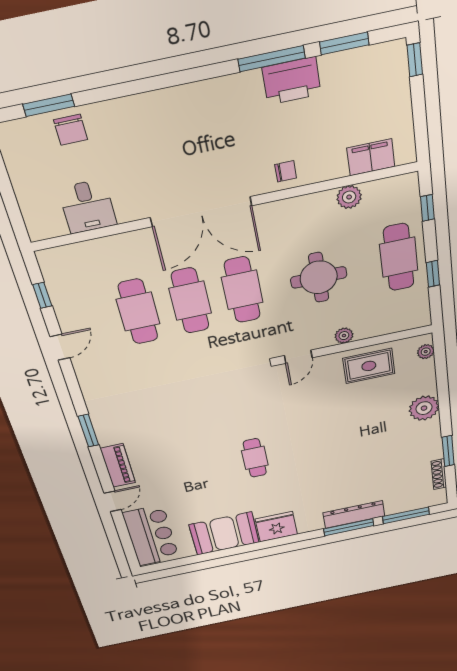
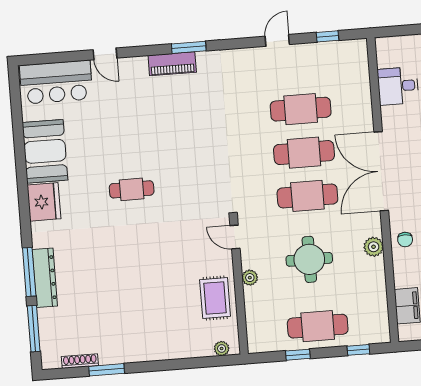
plant: (349, 197) -> (374, 247), moved
door: (60, 347) -> (277, 40), swing flipped
plant: (424, 408) -> (161, 347), removed
piano: (118, 466) -> (172, 64), moved

